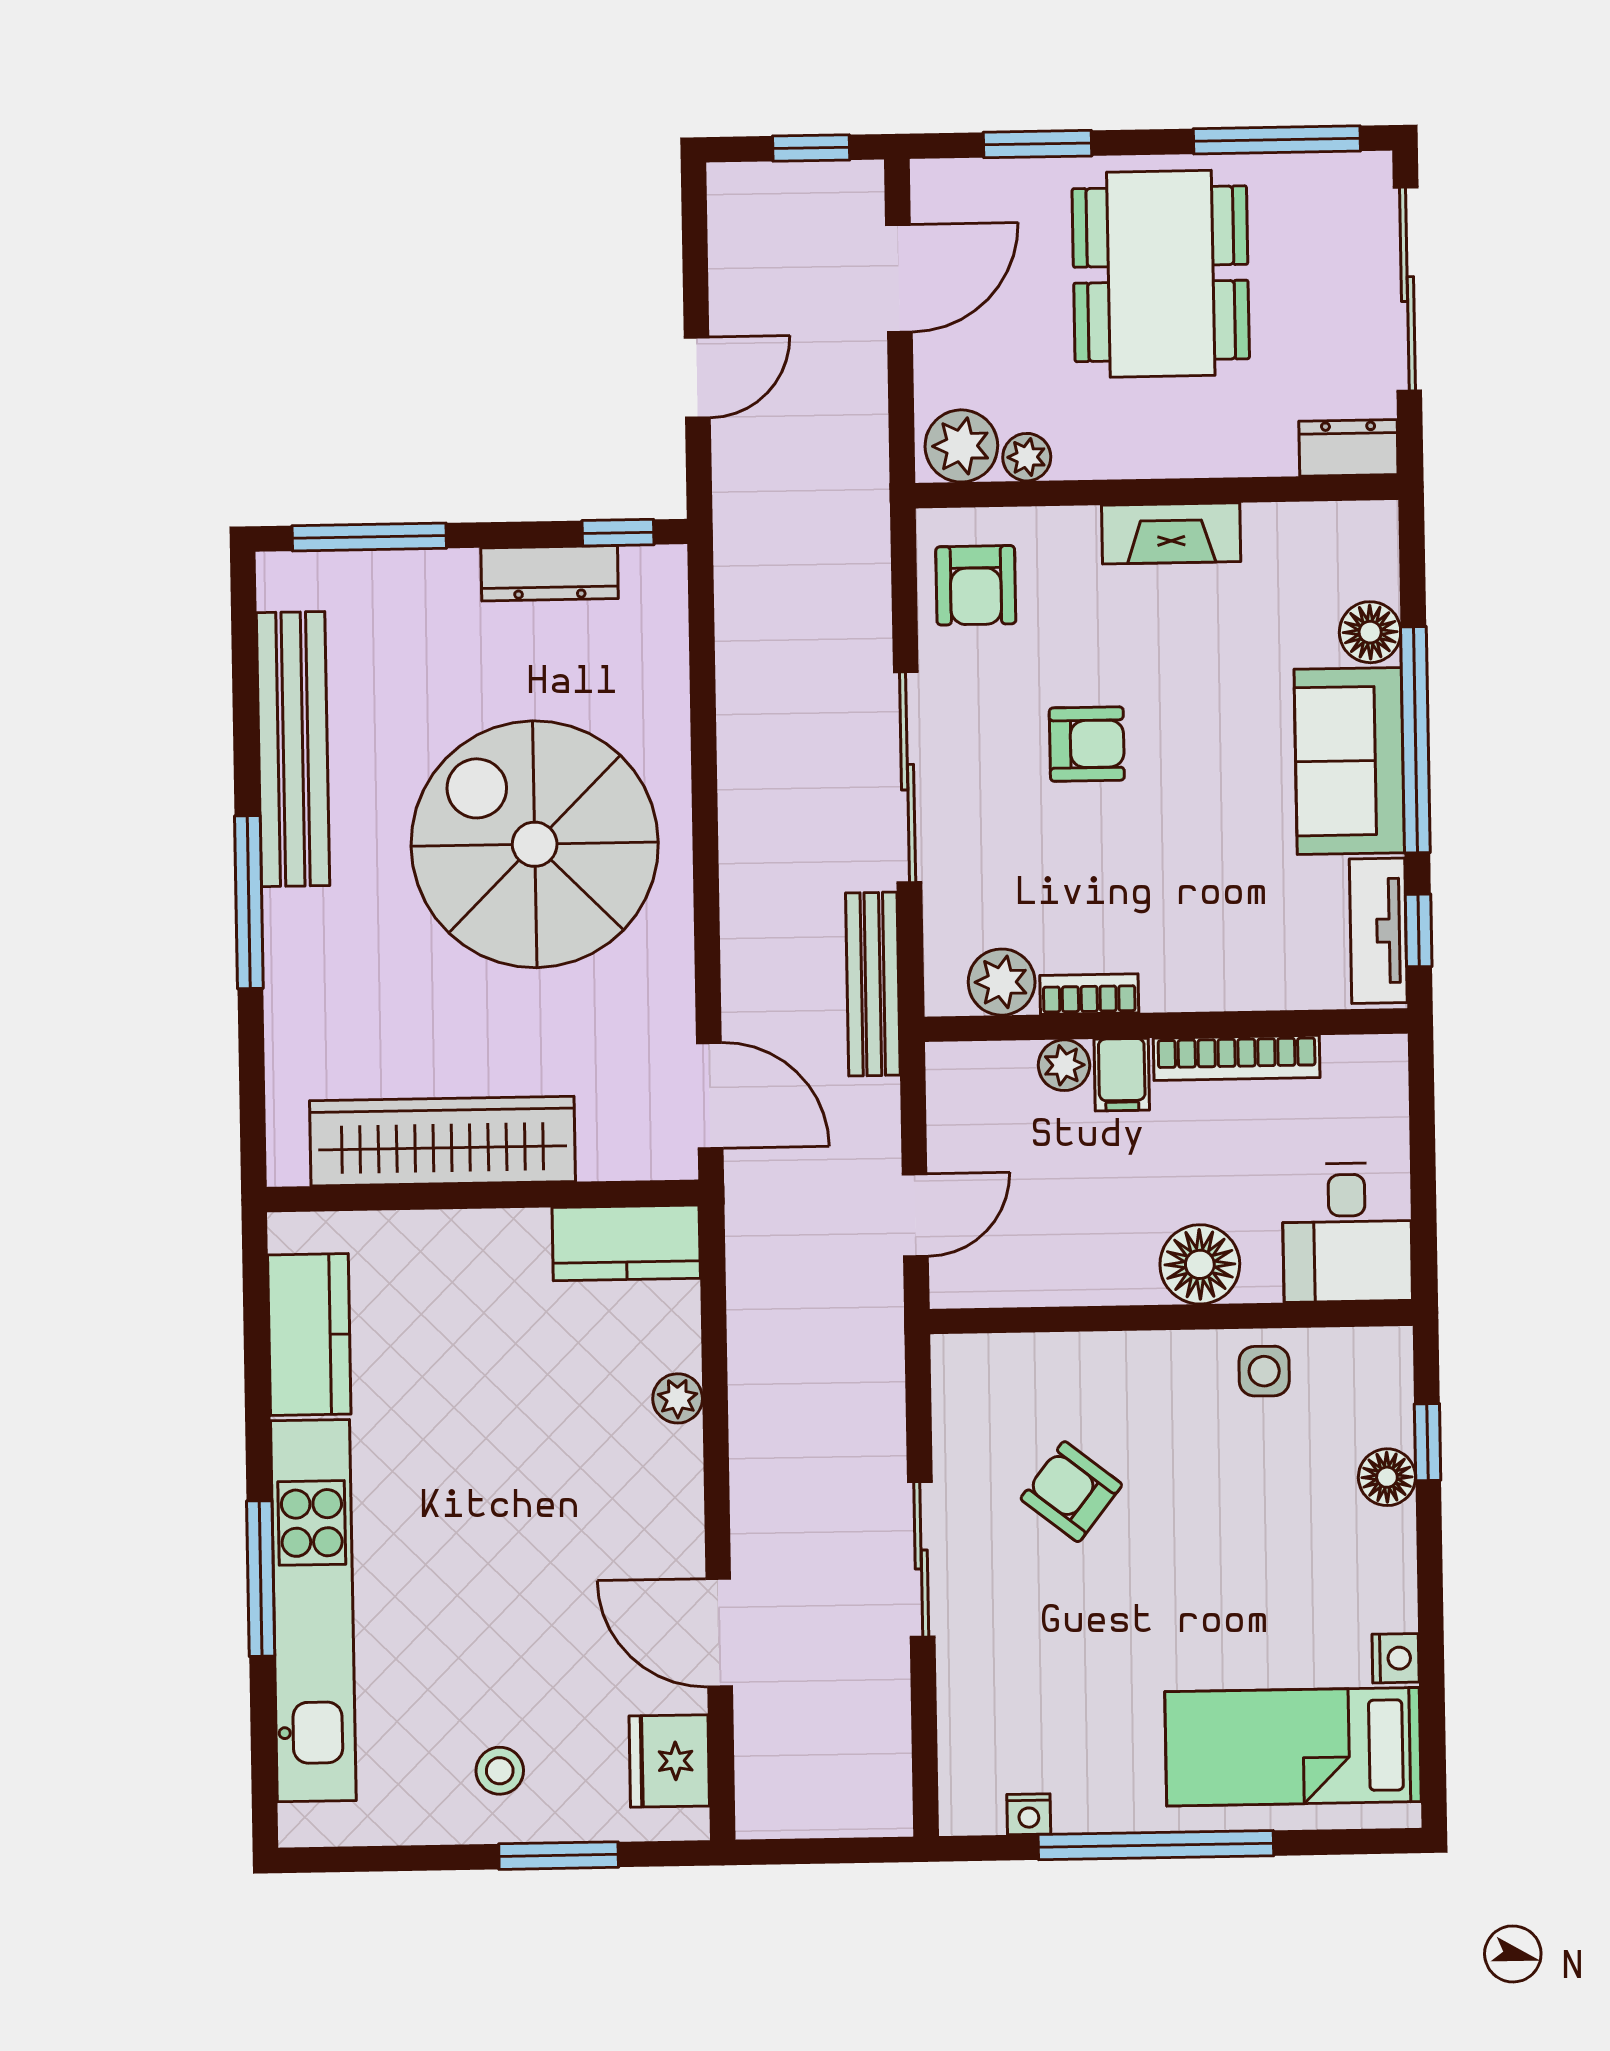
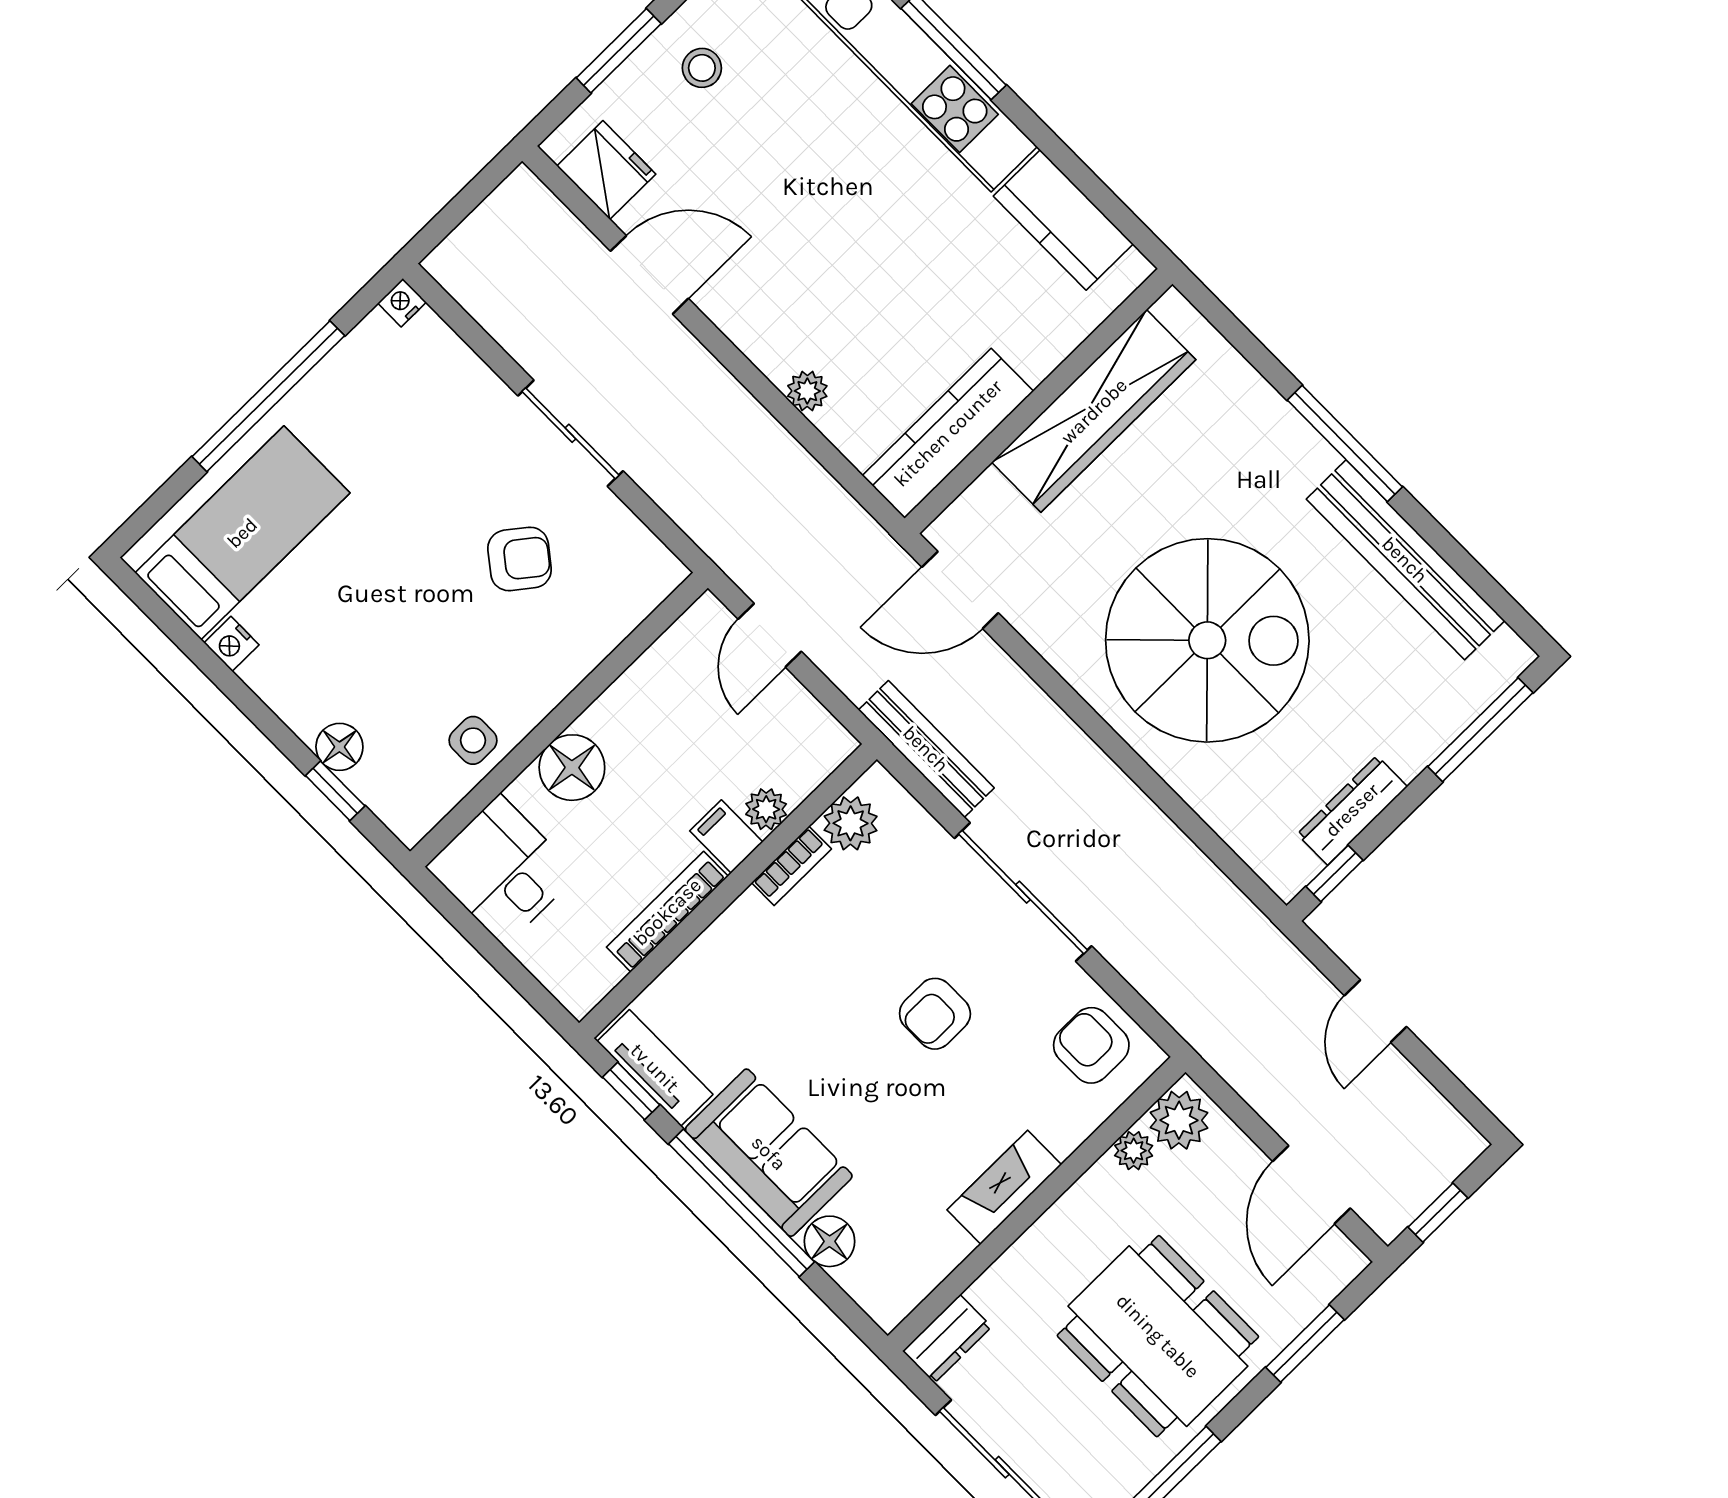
kitchen counter: (626, 1243) -> (948, 433), width x1.50
nightstand: (1029, 1814) -> (402, 303), moved

